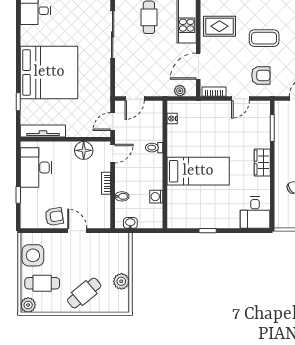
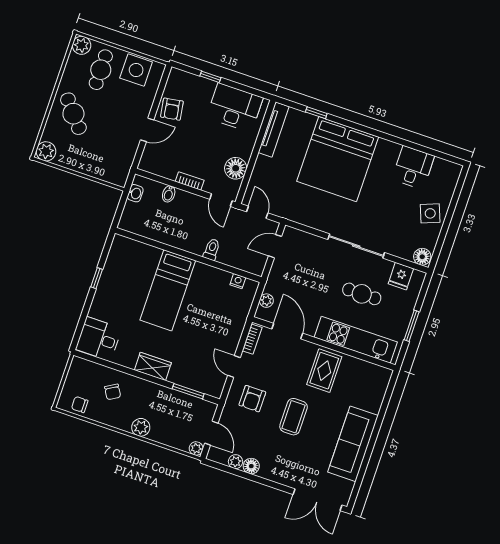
door: (135, 99) -> (275, 246), hinge flipped
washing machine: (156, 197) -> (155, 233), removed
plant: (121, 281) -> (46, 151), moved

